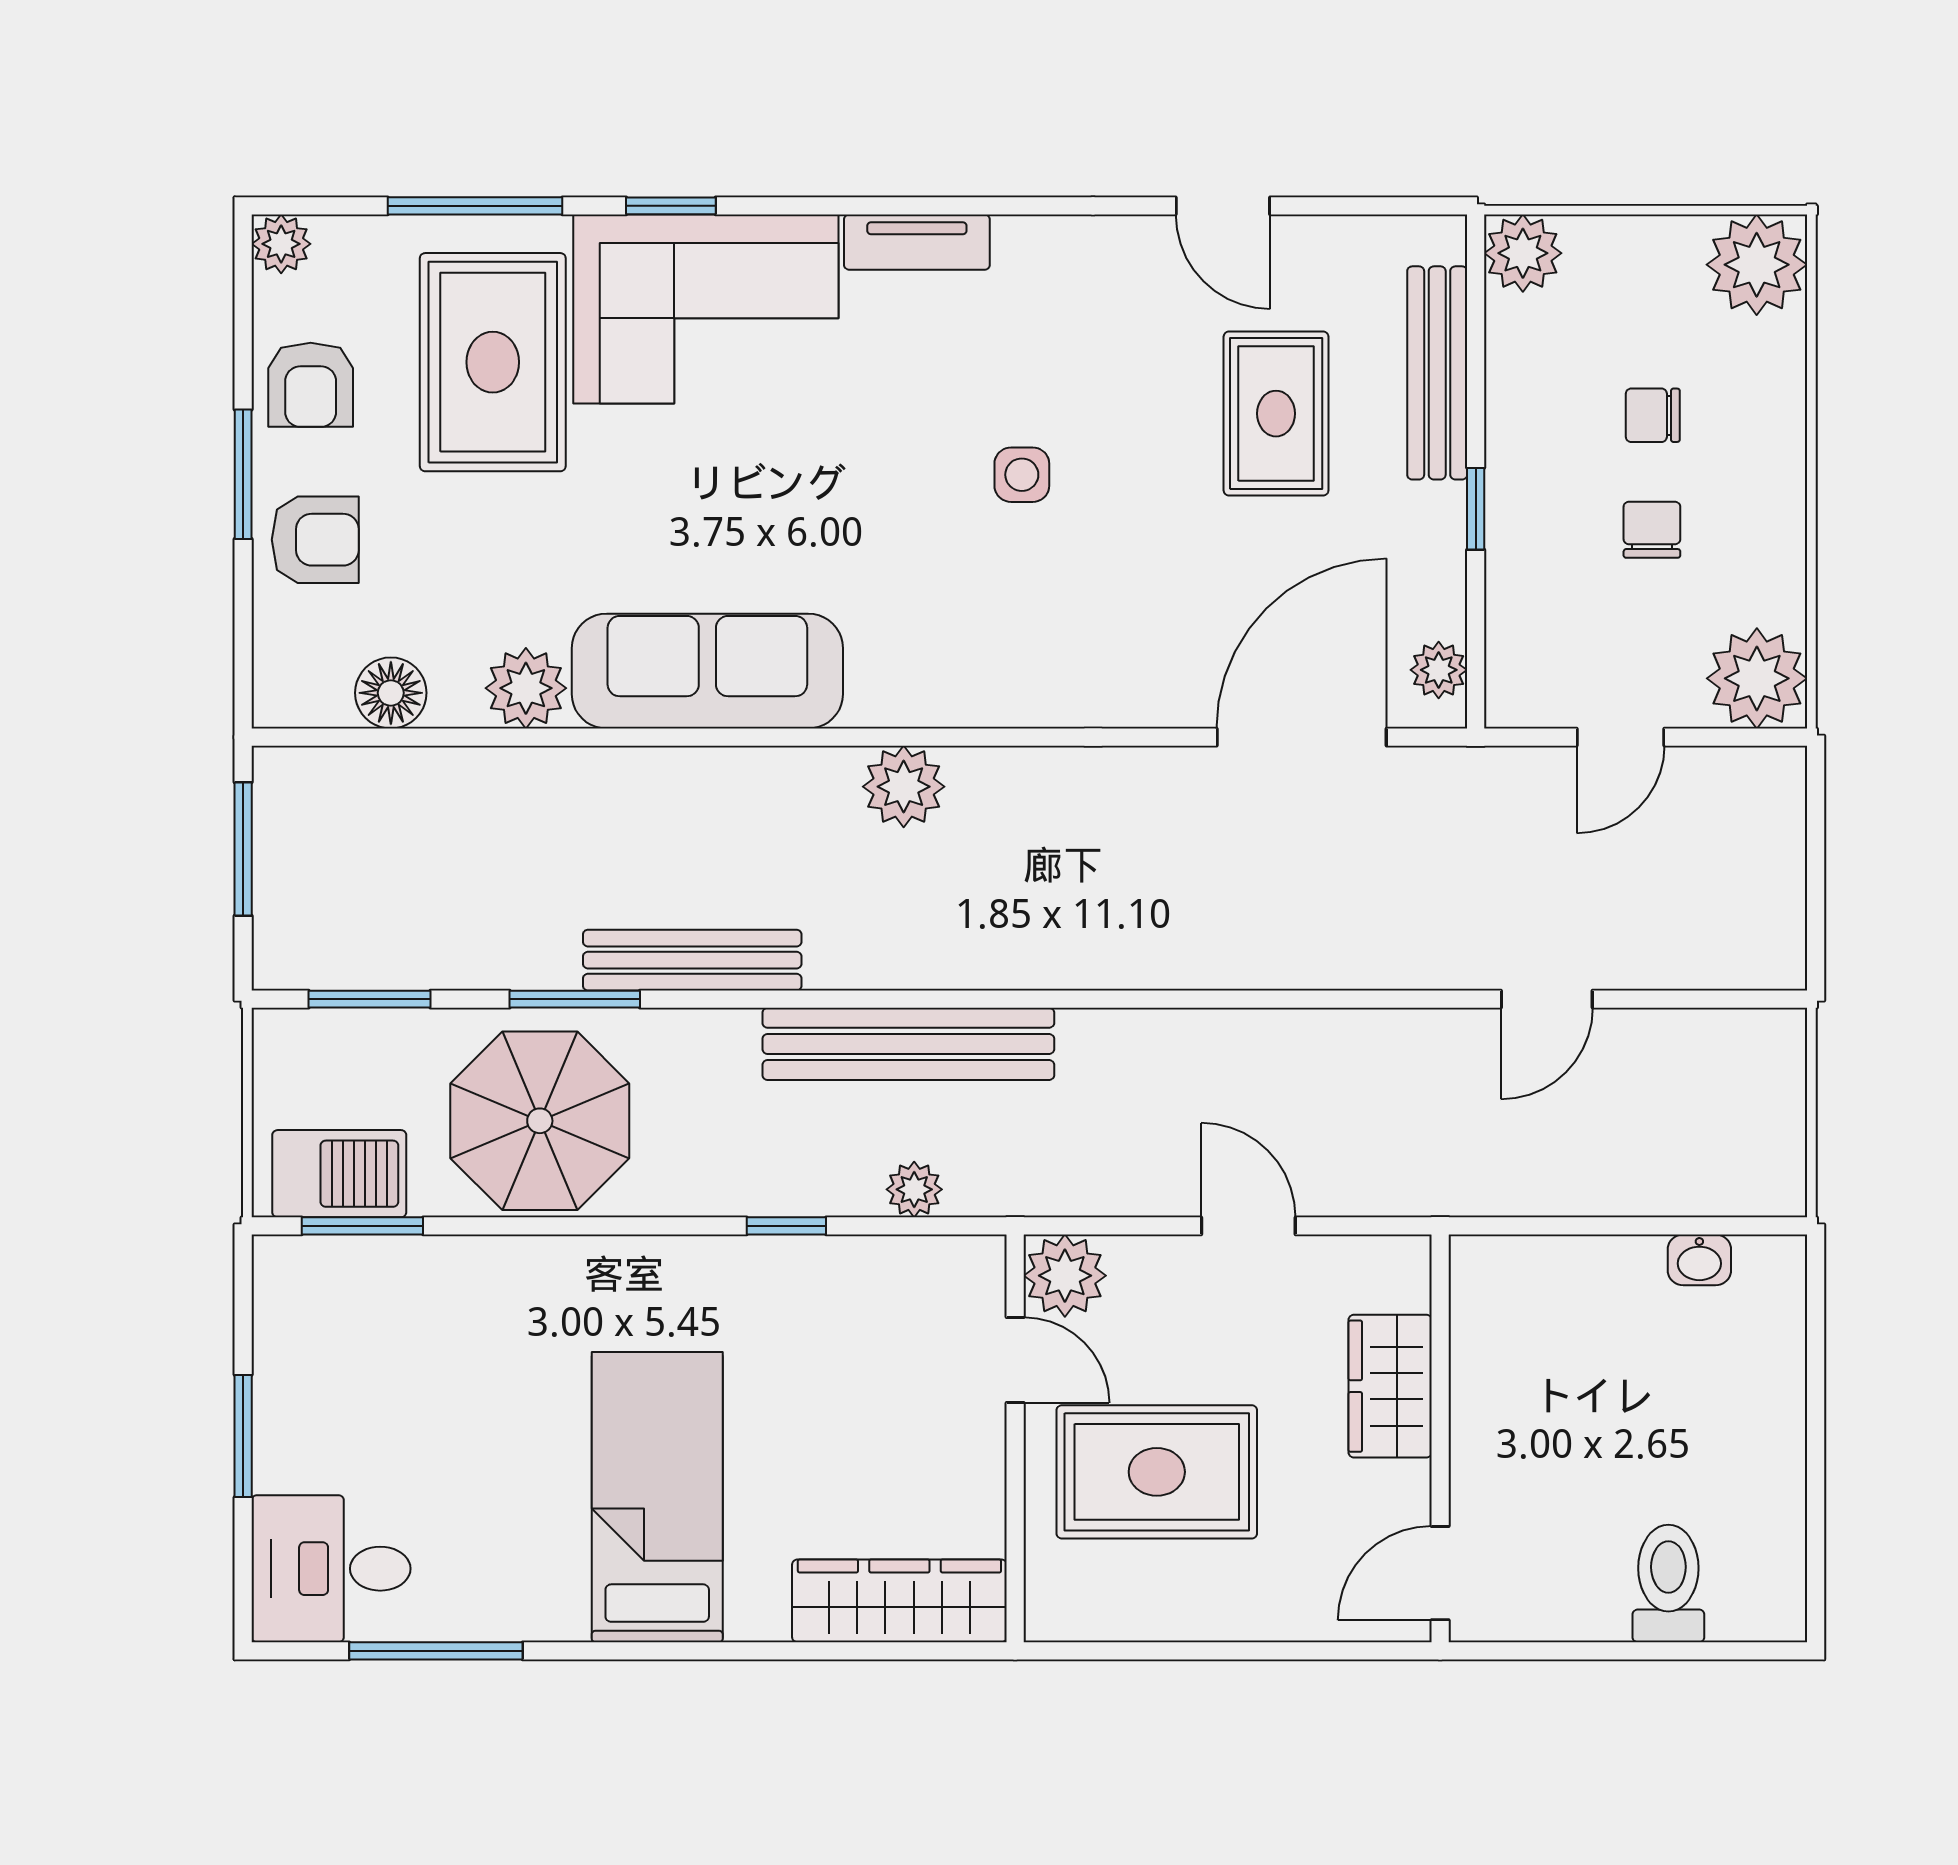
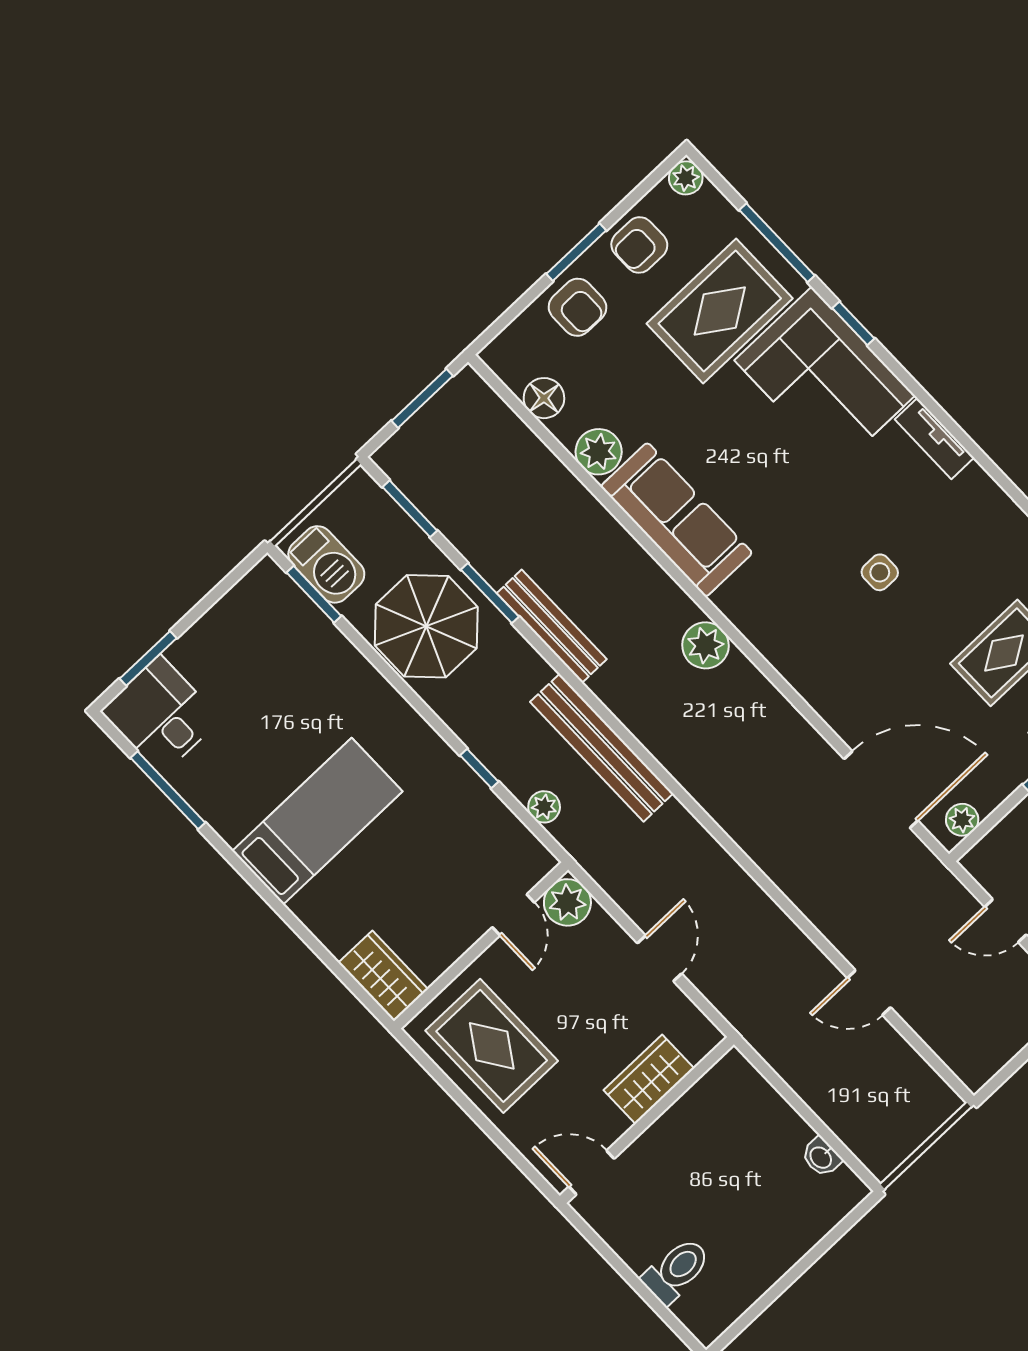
window: (243, 1436) -> (148, 658), moved
rug: (1157, 1472) -> (492, 1046), moved
wardrobe: (899, 1601) -> (383, 976), width x0.67

